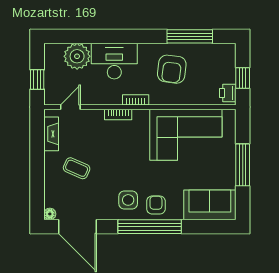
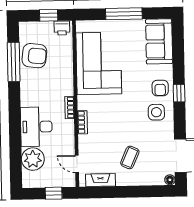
armchair: (172, 69) -> (34, 56), moved
armchair: (156, 205) -> (160, 88), turned -90
window: (150, 227) -> (179, 93), width x0.32

